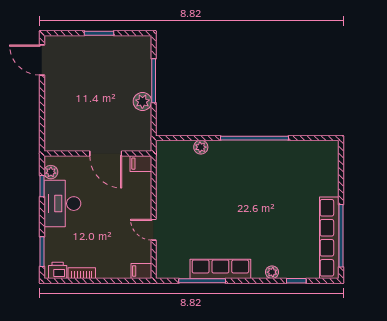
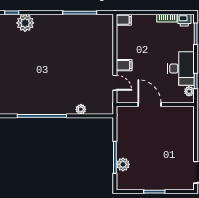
plant: (142, 102) -> (123, 164), moved
filing cabinet: (141, 164) -> (124, 65), moved
door: (154, 230) -> (115, 83), moved
row of seats: (220, 269) -> (67, 21), removed
plant: (272, 272) -> (25, 23), width x1.88, depth x1.88

